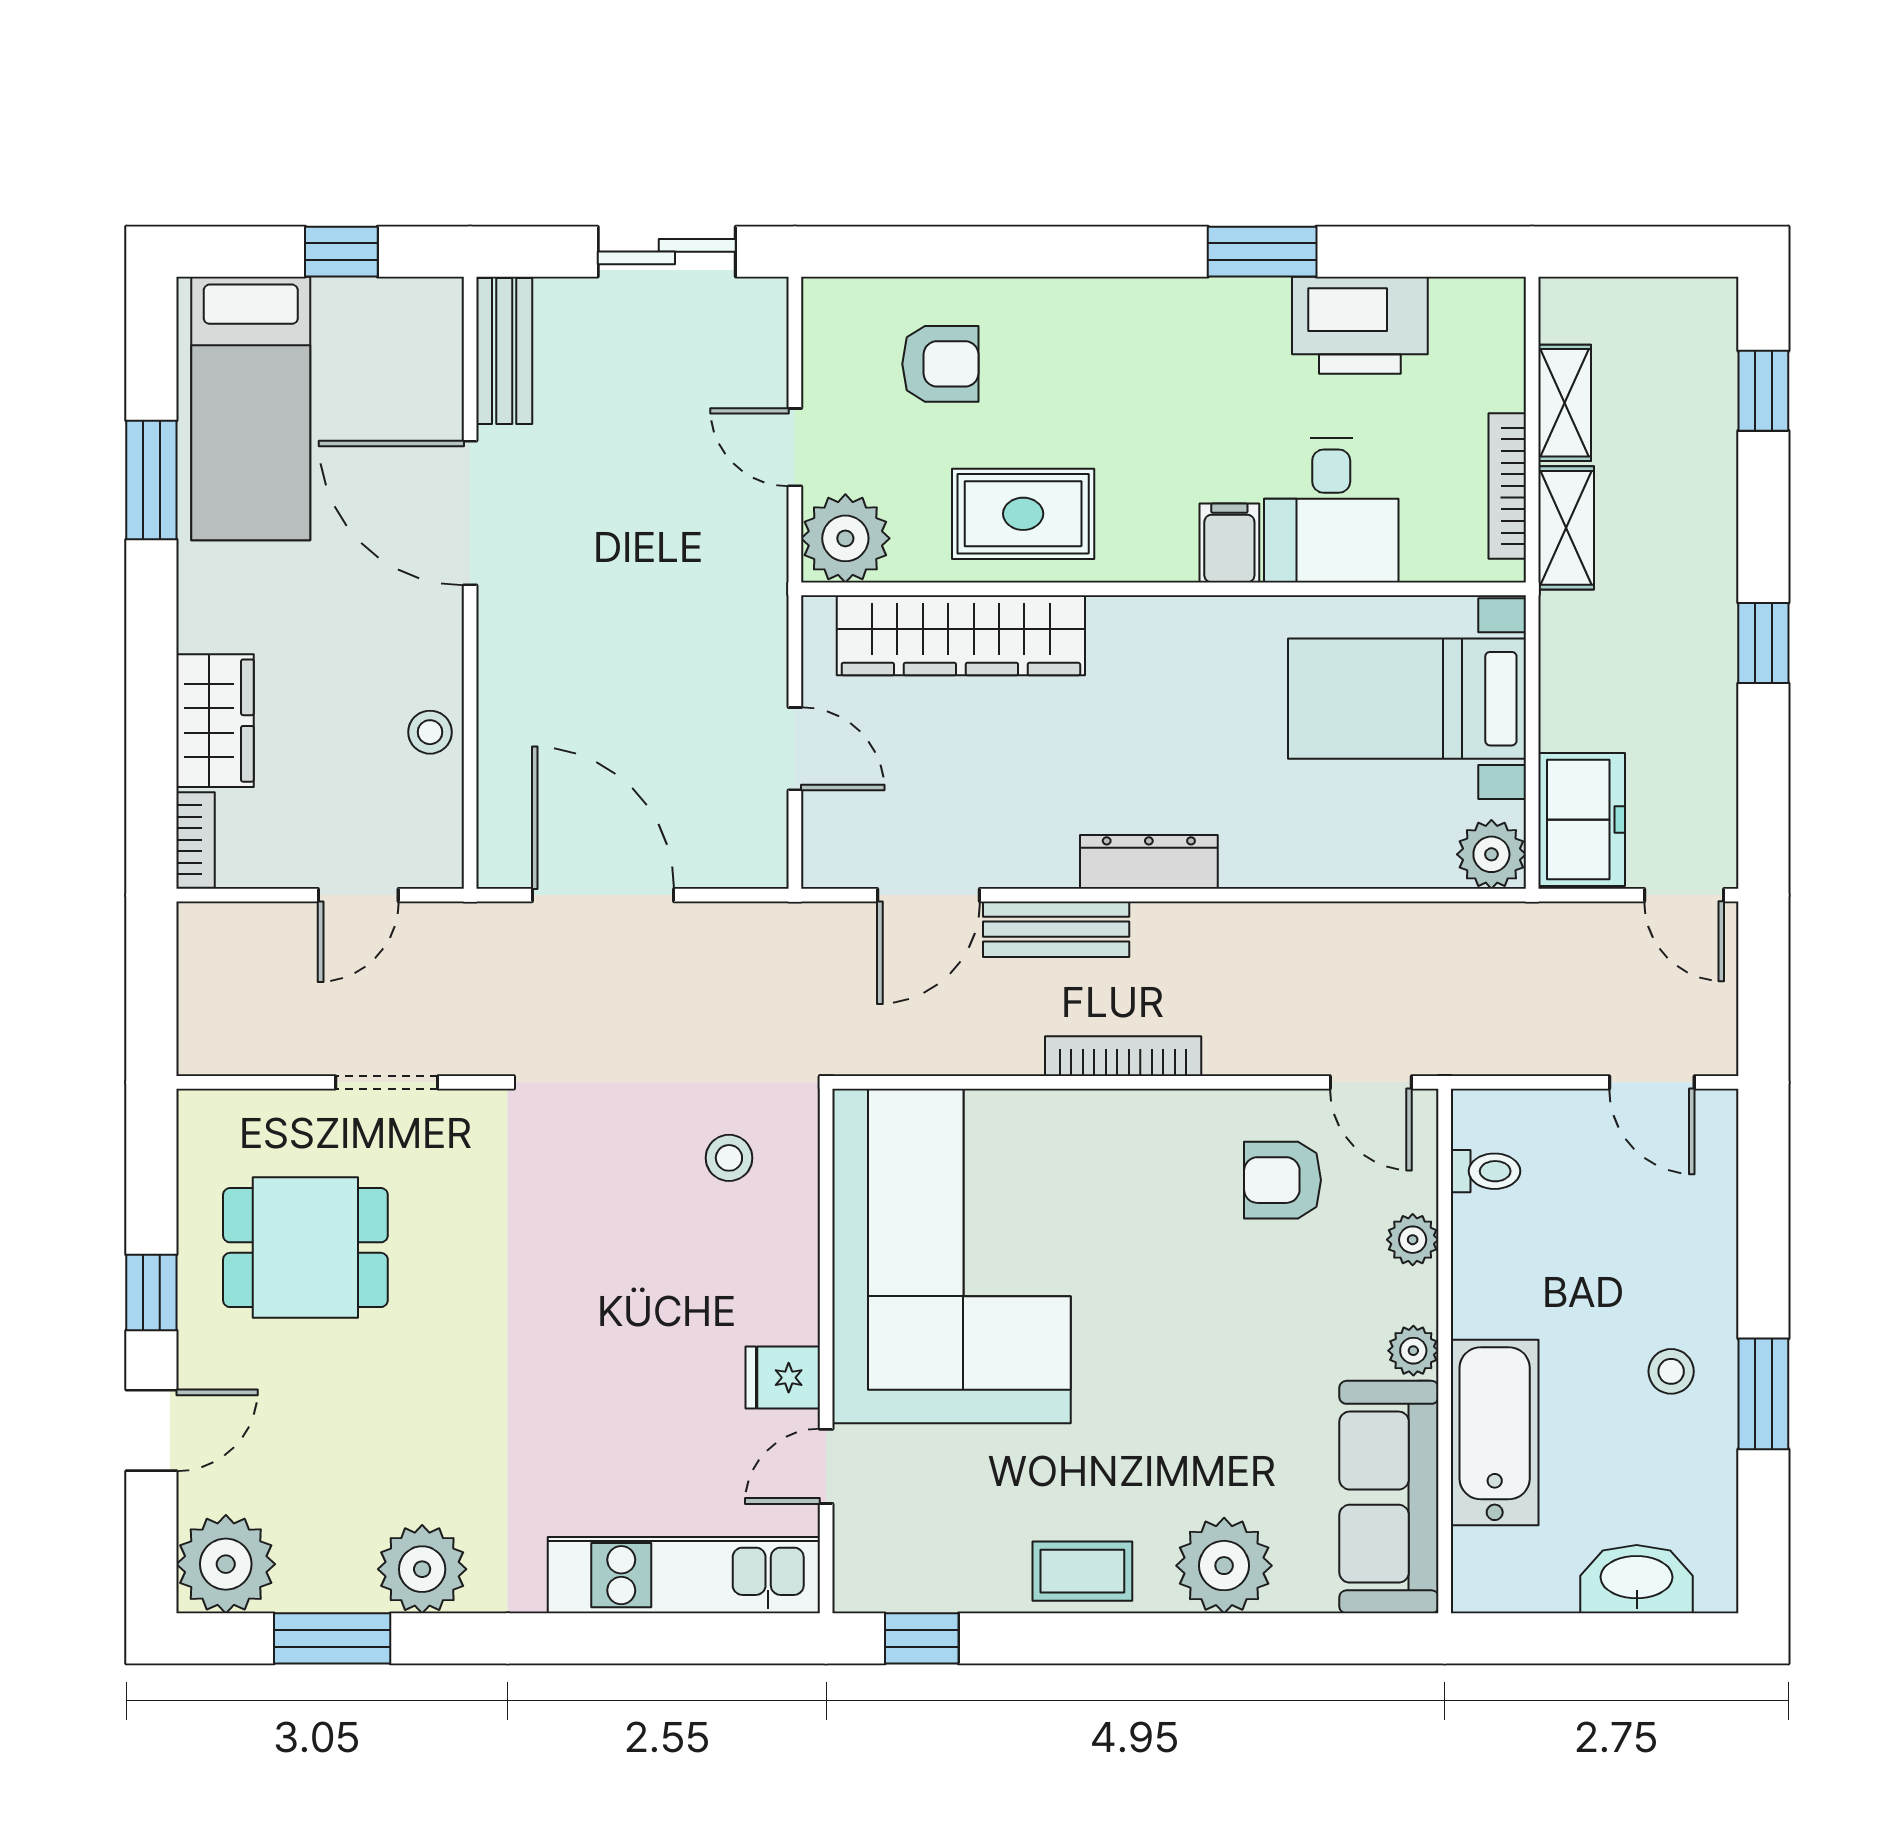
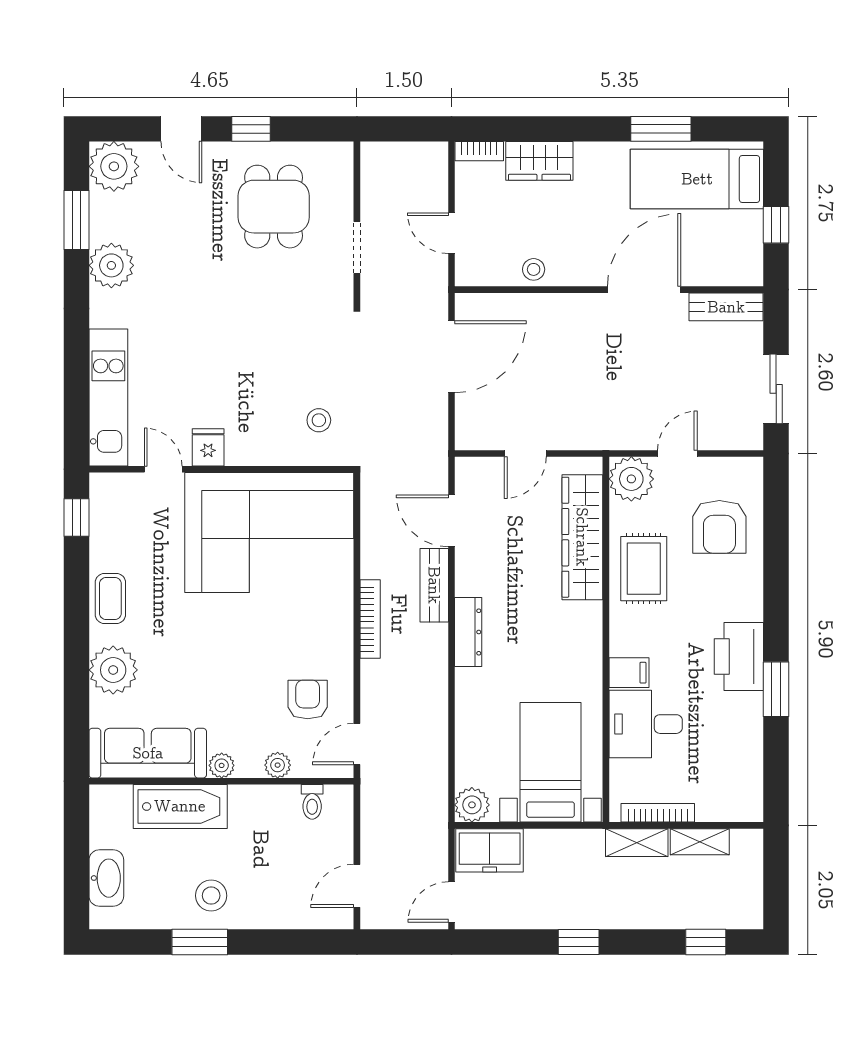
printer: (1360, 325) -> (739, 656), moved
armchair: (940, 364) -> (719, 527), width x1.38, depth x1.38
stool: (1671, 1371) -> (211, 896), width x1.37, depth x1.37

